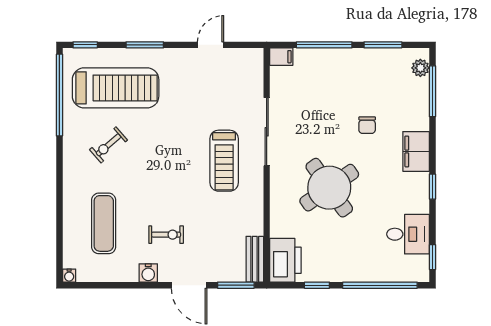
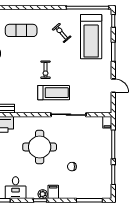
plant: (420, 68) -> (43, 194), moved
filing cabinet: (416, 151) -> (53, 192), width x0.50
treadmill: (224, 161) -> (54, 93), turned 180
round table: (329, 188) -> (40, 147), turned 35
exercise bike: (166, 235) -> (46, 70), moved

